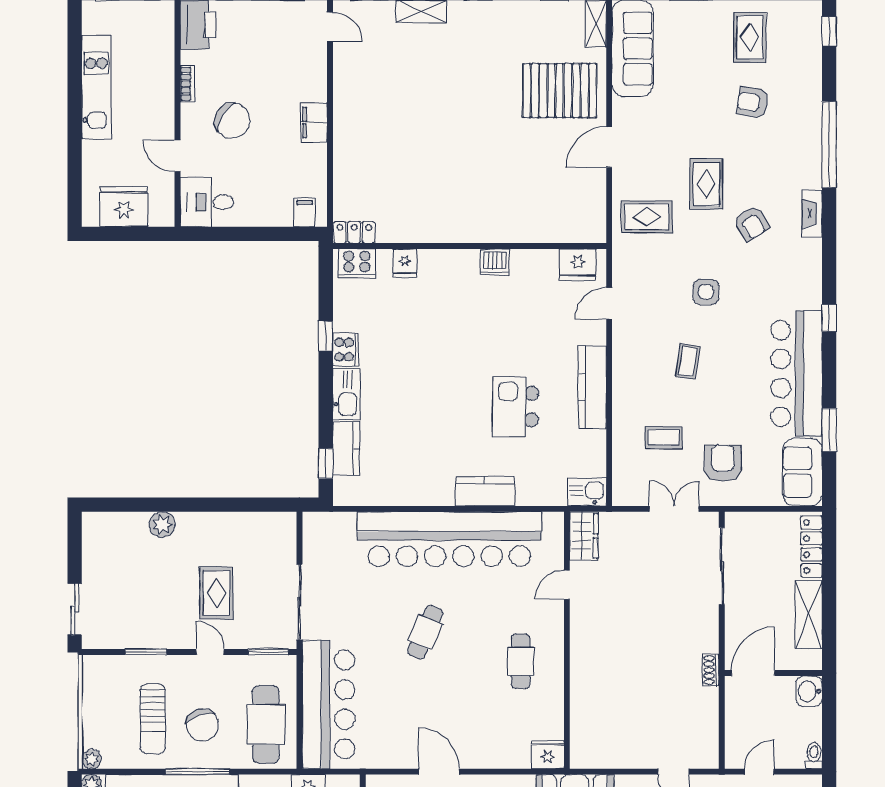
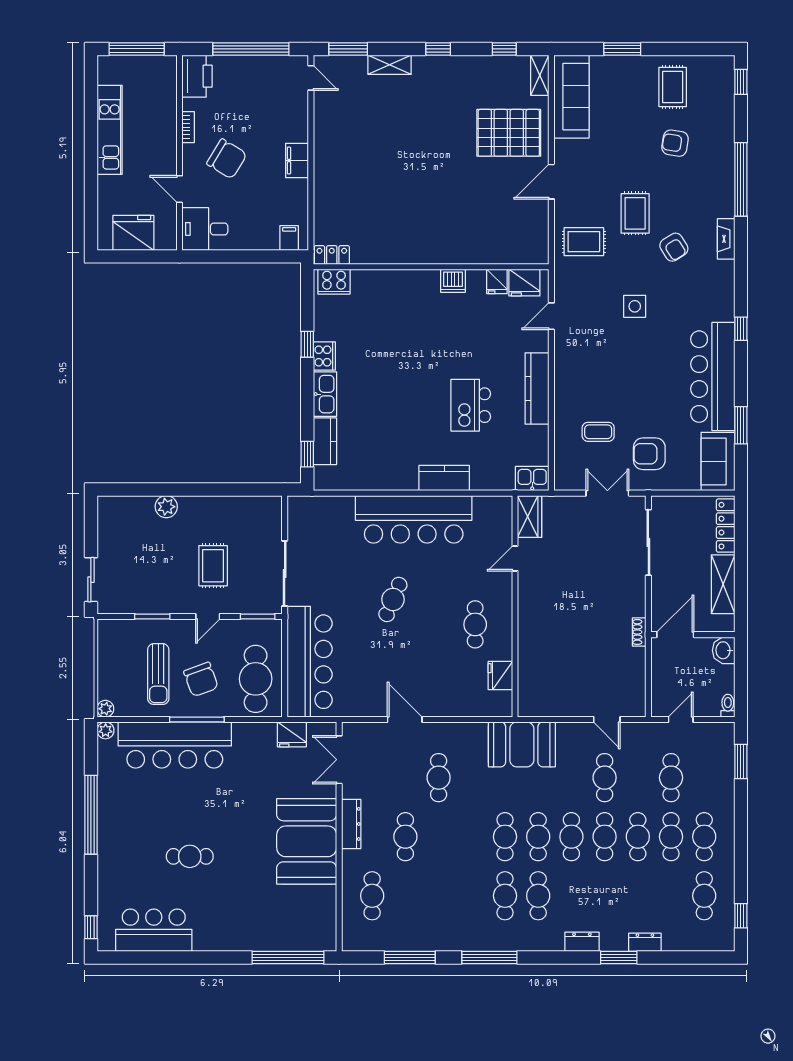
fridge: (405, 263) -> (497, 281), moved
coffee table: (688, 361) -> (619, 366), removed
armchair: (723, 463) -> (649, 454), turned -90
bar counter: (449, 539) -> (414, 519), width x0.73
door: (210, 652) -> (208, 616), swing flipped
fridge: (548, 755) -> (500, 675), moved, turned -90

